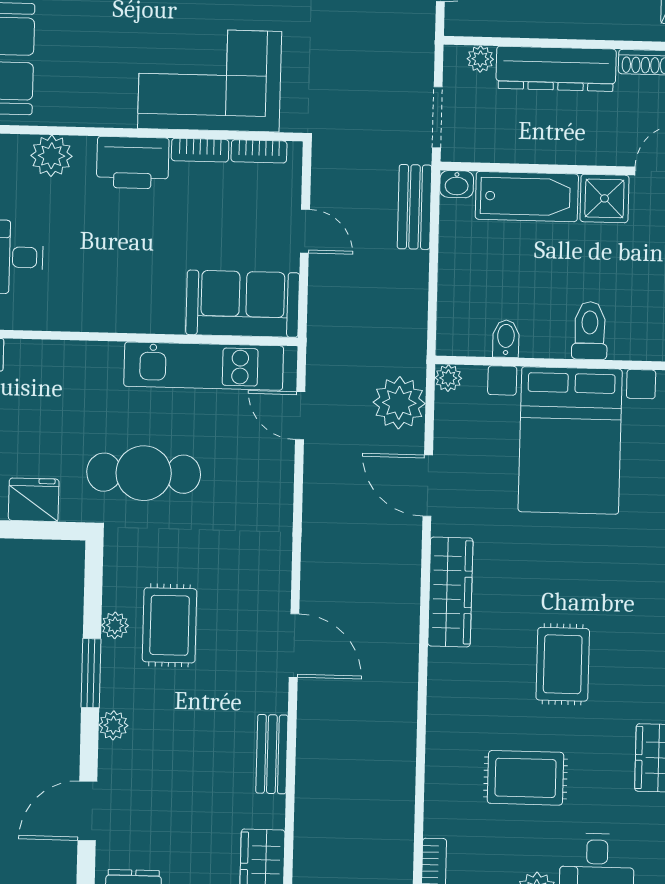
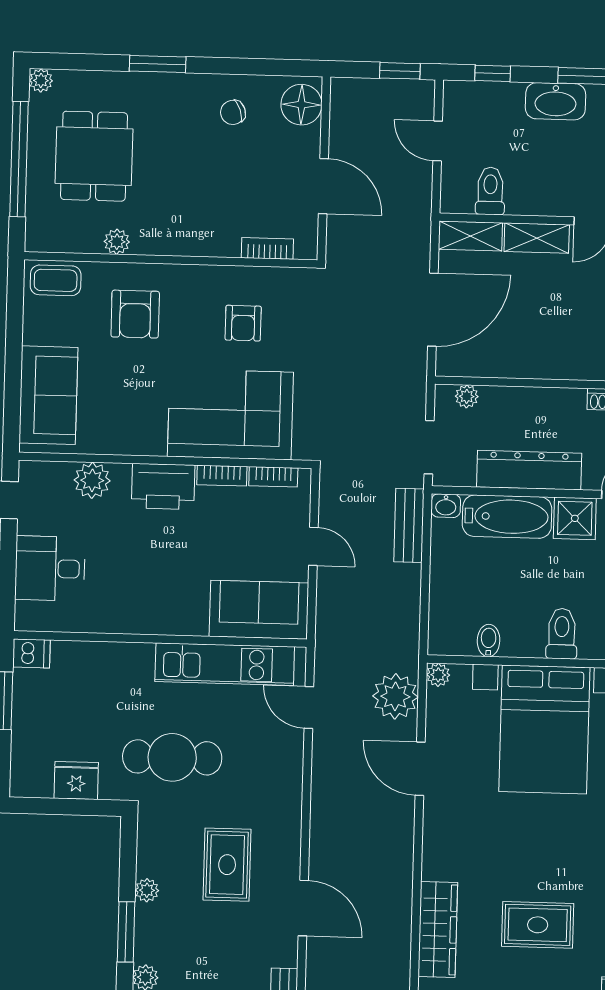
dresser: (556, 69) -> (529, 470), moved, turned 180
wardrobe: (450, 592) -> (438, 929), moved
rug: (170, 625) -> (227, 865), moved
rug: (563, 664) -> (538, 925), turned 90

